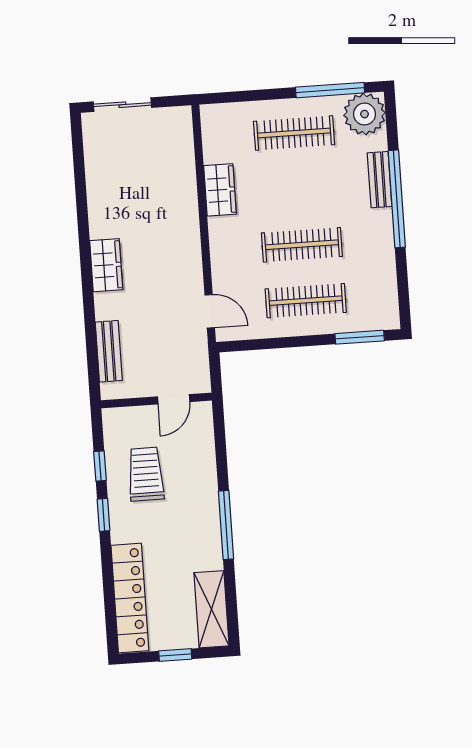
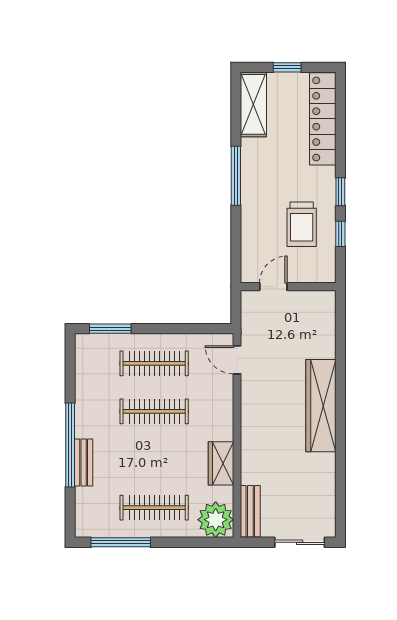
plant: (365, 114) -> (216, 520), moved
wardrobe: (106, 265) -> (321, 406), width x2.10, depth x1.17
bench: (109, 351) -> (250, 511), moved

